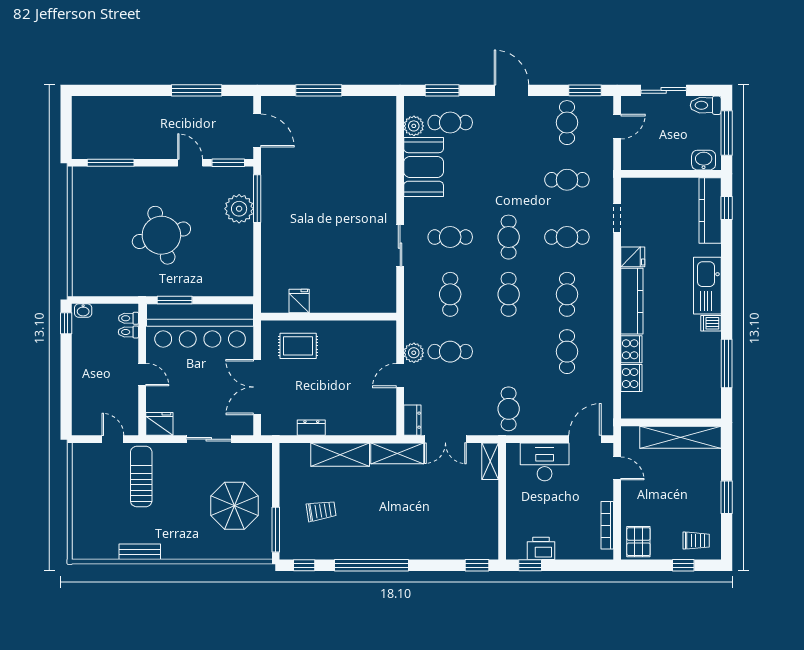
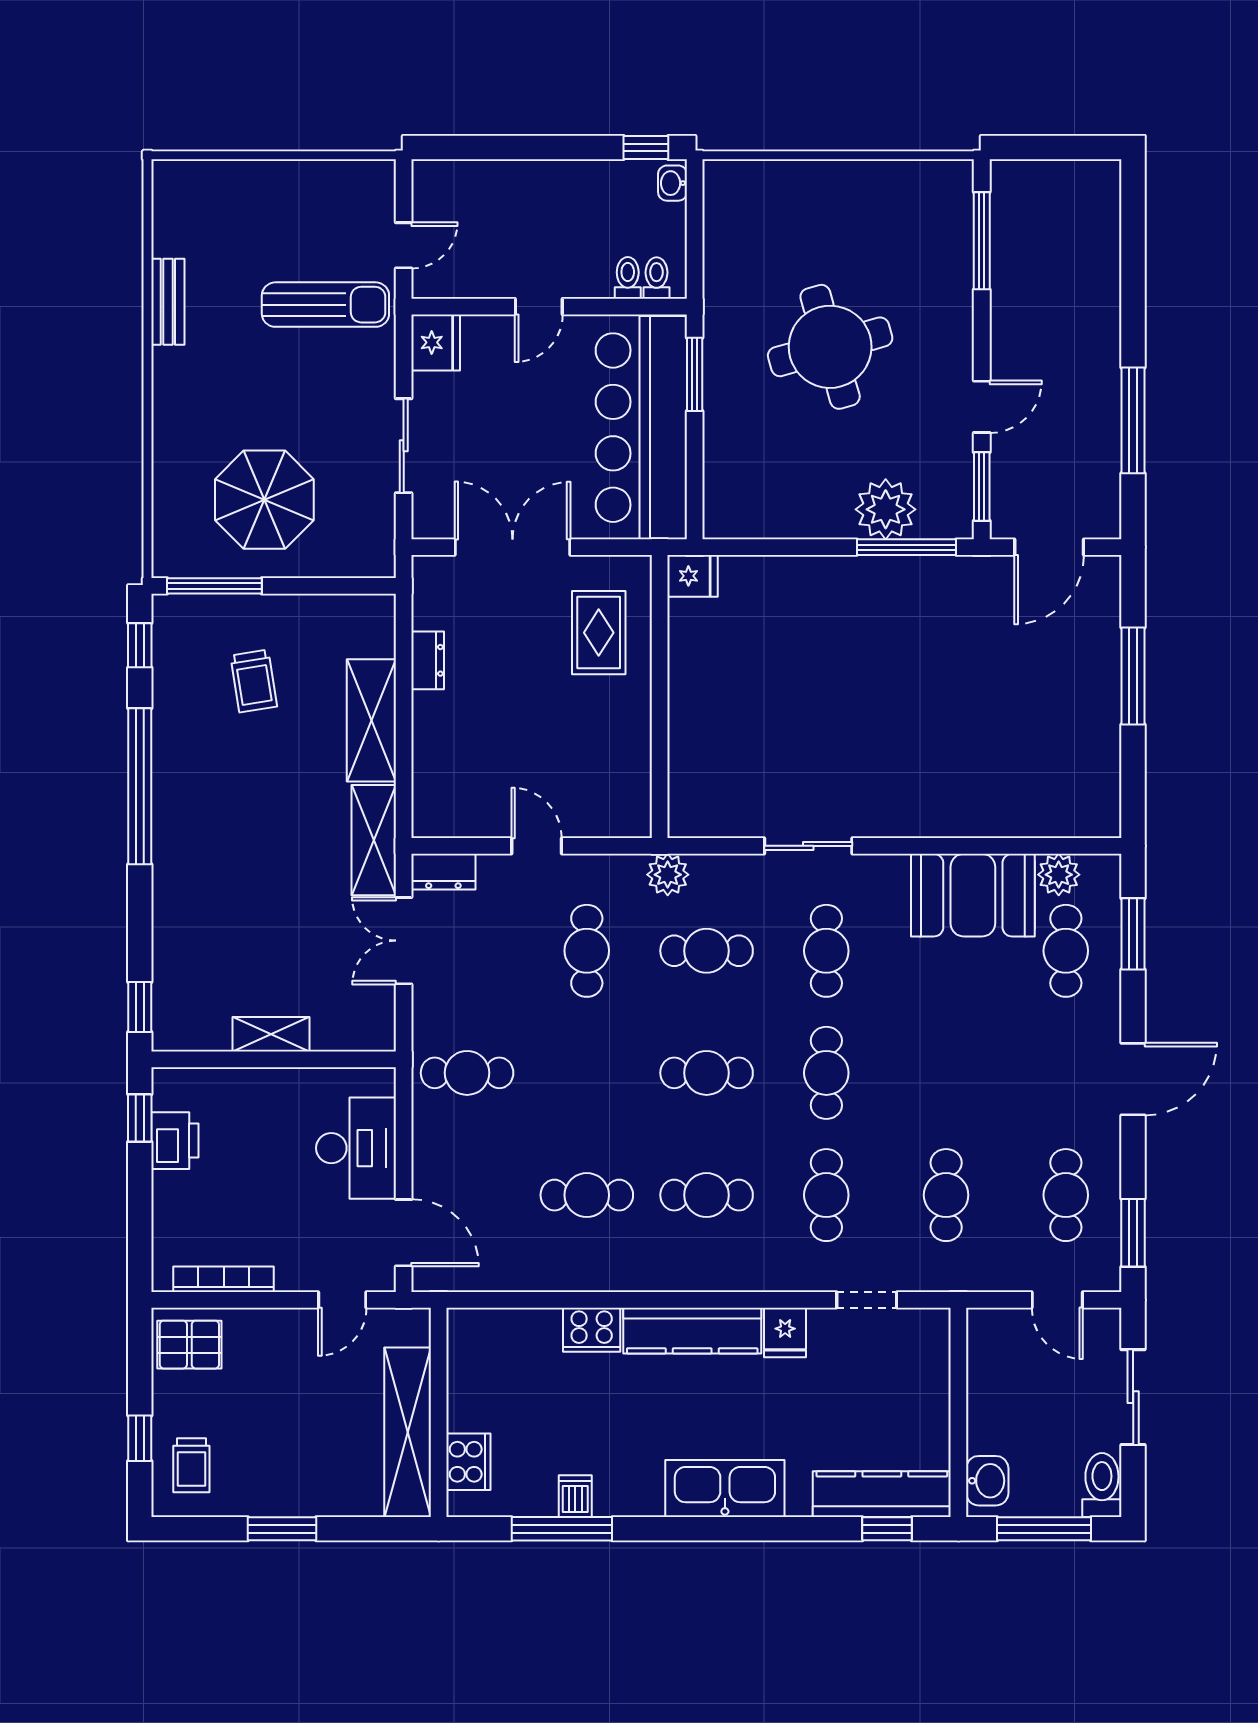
cafe table: (567, 123) -> (1066, 1195), turned 90
cafe table: (509, 237) -> (826, 1073), turned 90
fridge: (299, 301) -> (692, 576), moved
dishwasher: (711, 323) -> (575, 1496), moved
plant: (414, 353) -> (668, 875), moved
cooker: (631, 378) -> (468, 1462), moved, turned -90
shelving: (490, 461) -> (271, 1034), moved

